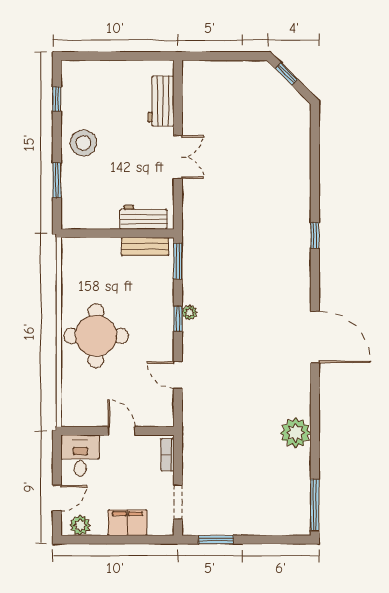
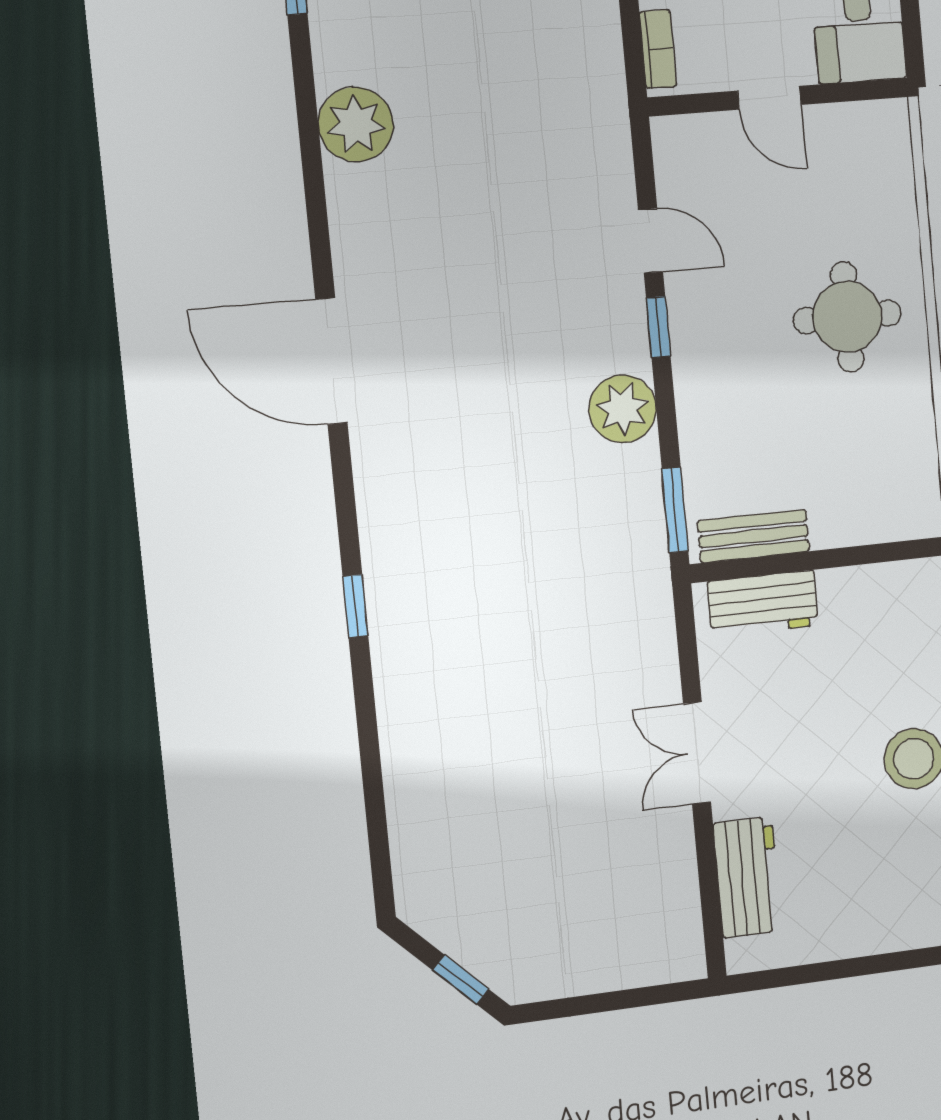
plant: (189, 312) -> (623, 409), width x1.88, depth x1.88
window: (178, 319) -> (658, 327), moved
round table: (96, 336) -> (847, 317), width x0.73, depth x0.73

